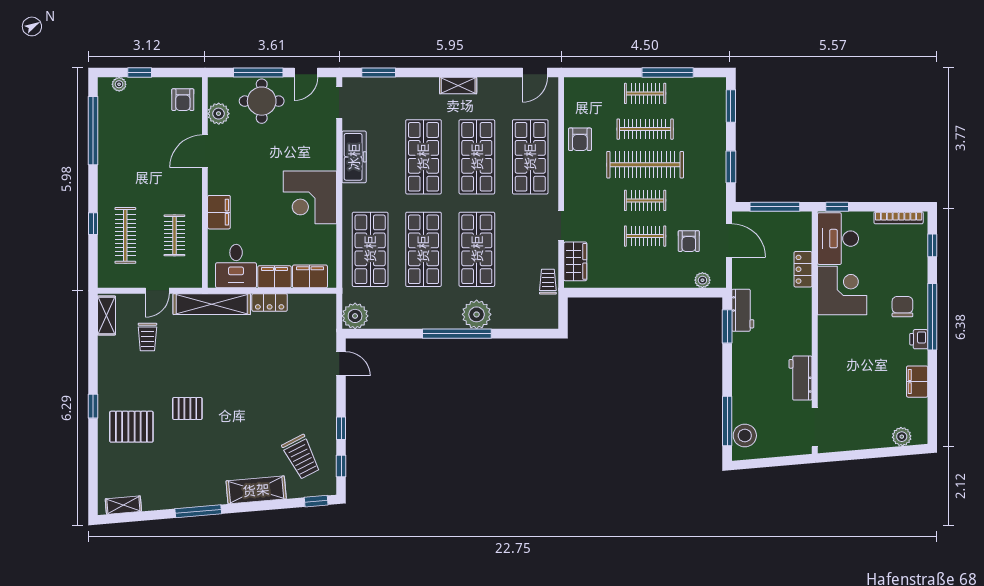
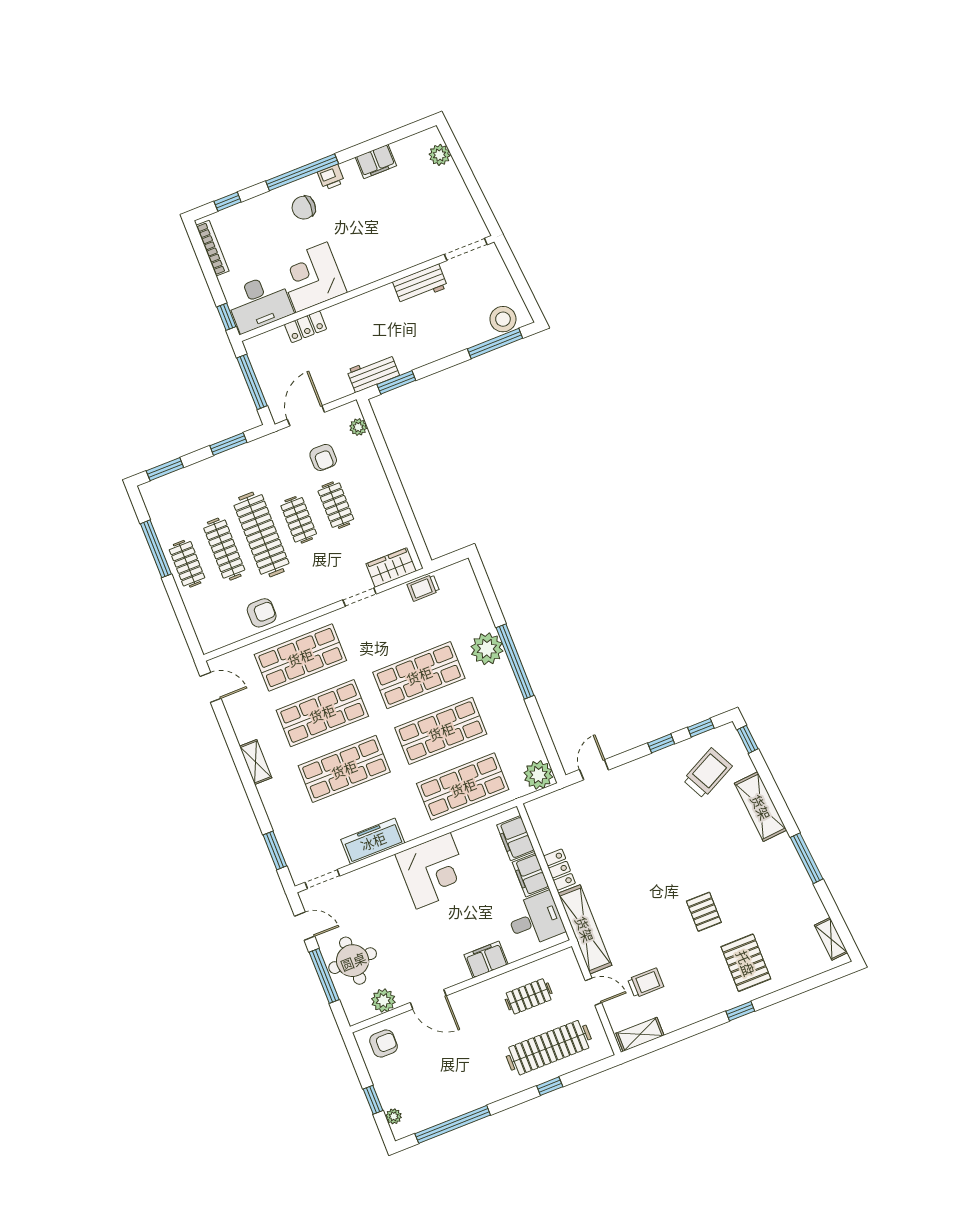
clothes rail: (125, 235) -> (549, 1048), width x1.37, depth x1.31
armchair: (689, 241) -> (323, 457), turned 90

